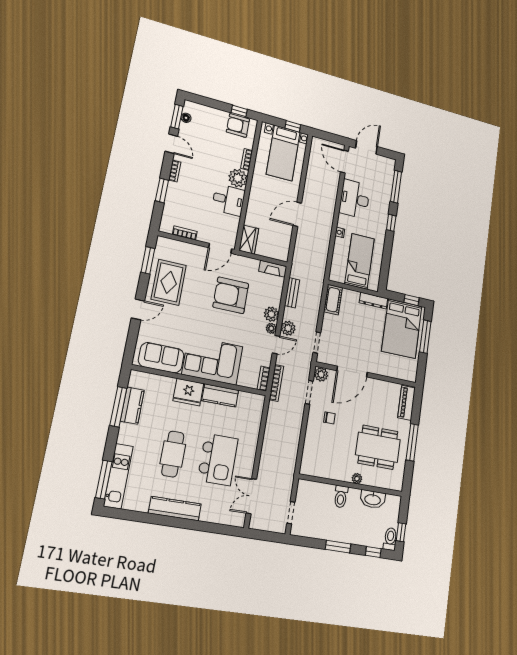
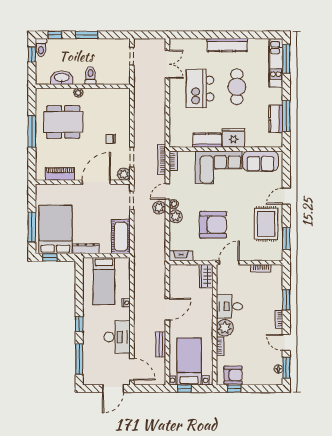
bench: (292, 293) -> (161, 344), moved
cot: (333, 300) -> (121, 236), width x1.37, depth x1.34
piano: (406, 403) -> (60, 174), moved, turned -90

